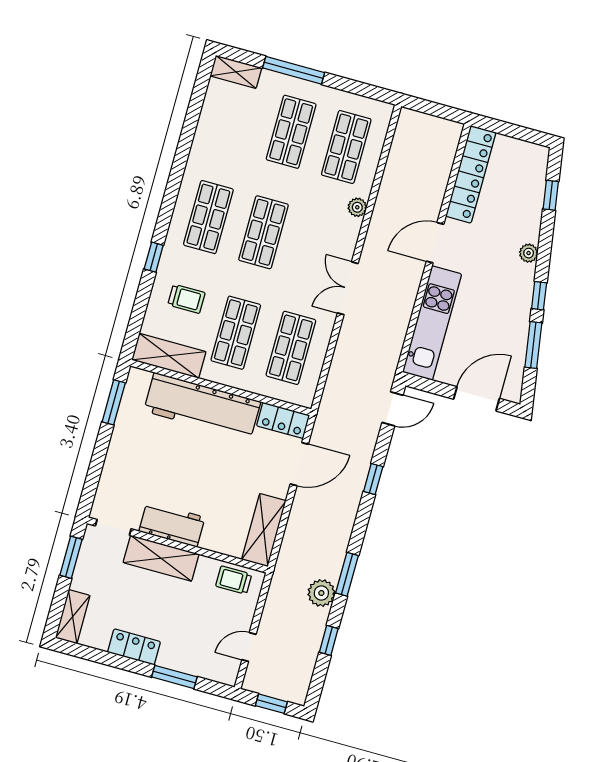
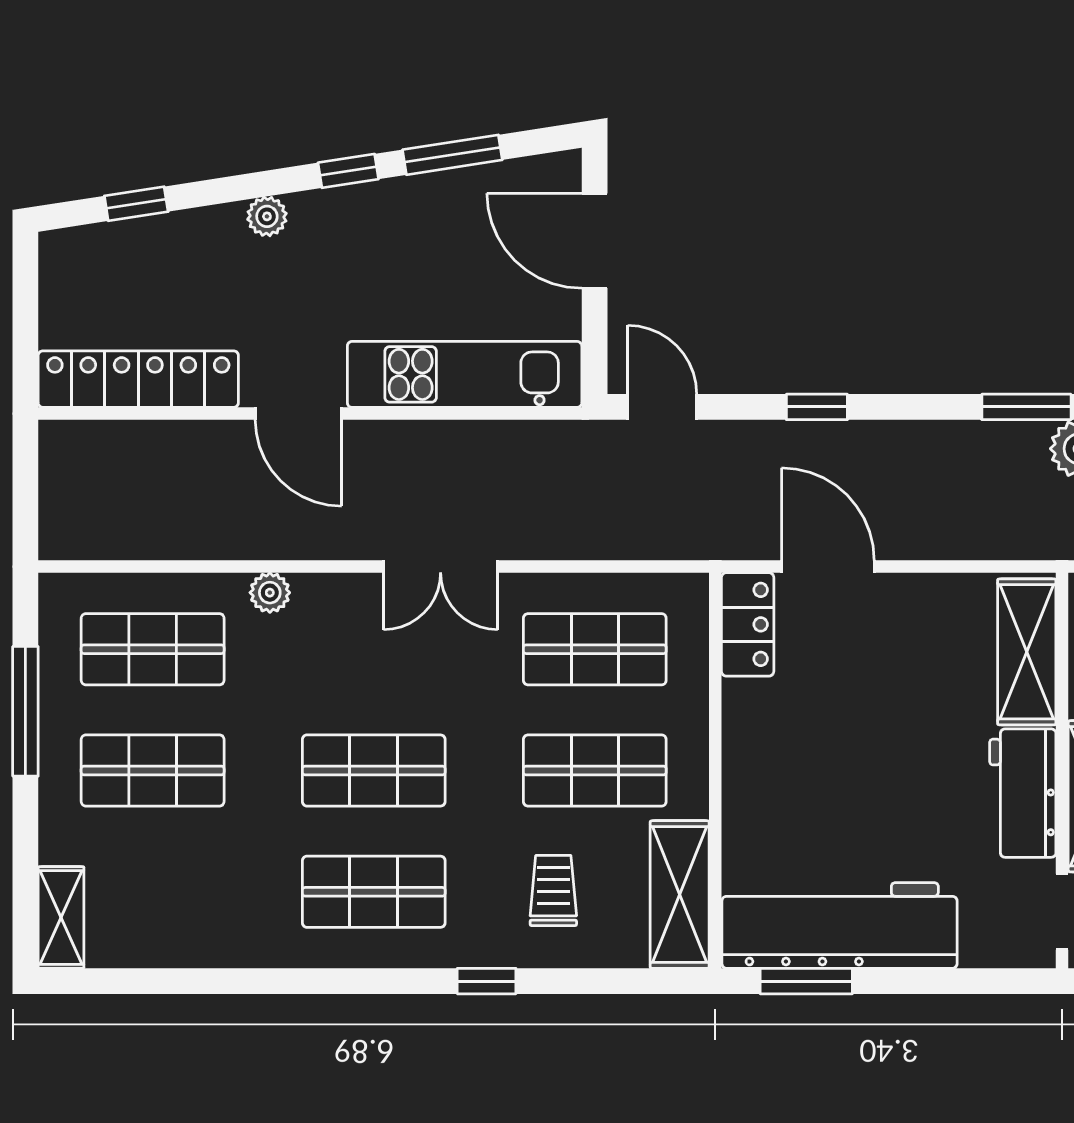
window: (294, 70) -> (25, 711), moved
workbench: (202, 406) -> (839, 925), moved, turned -90
shelving: (264, 530) -> (1027, 652), moved, turned 90

